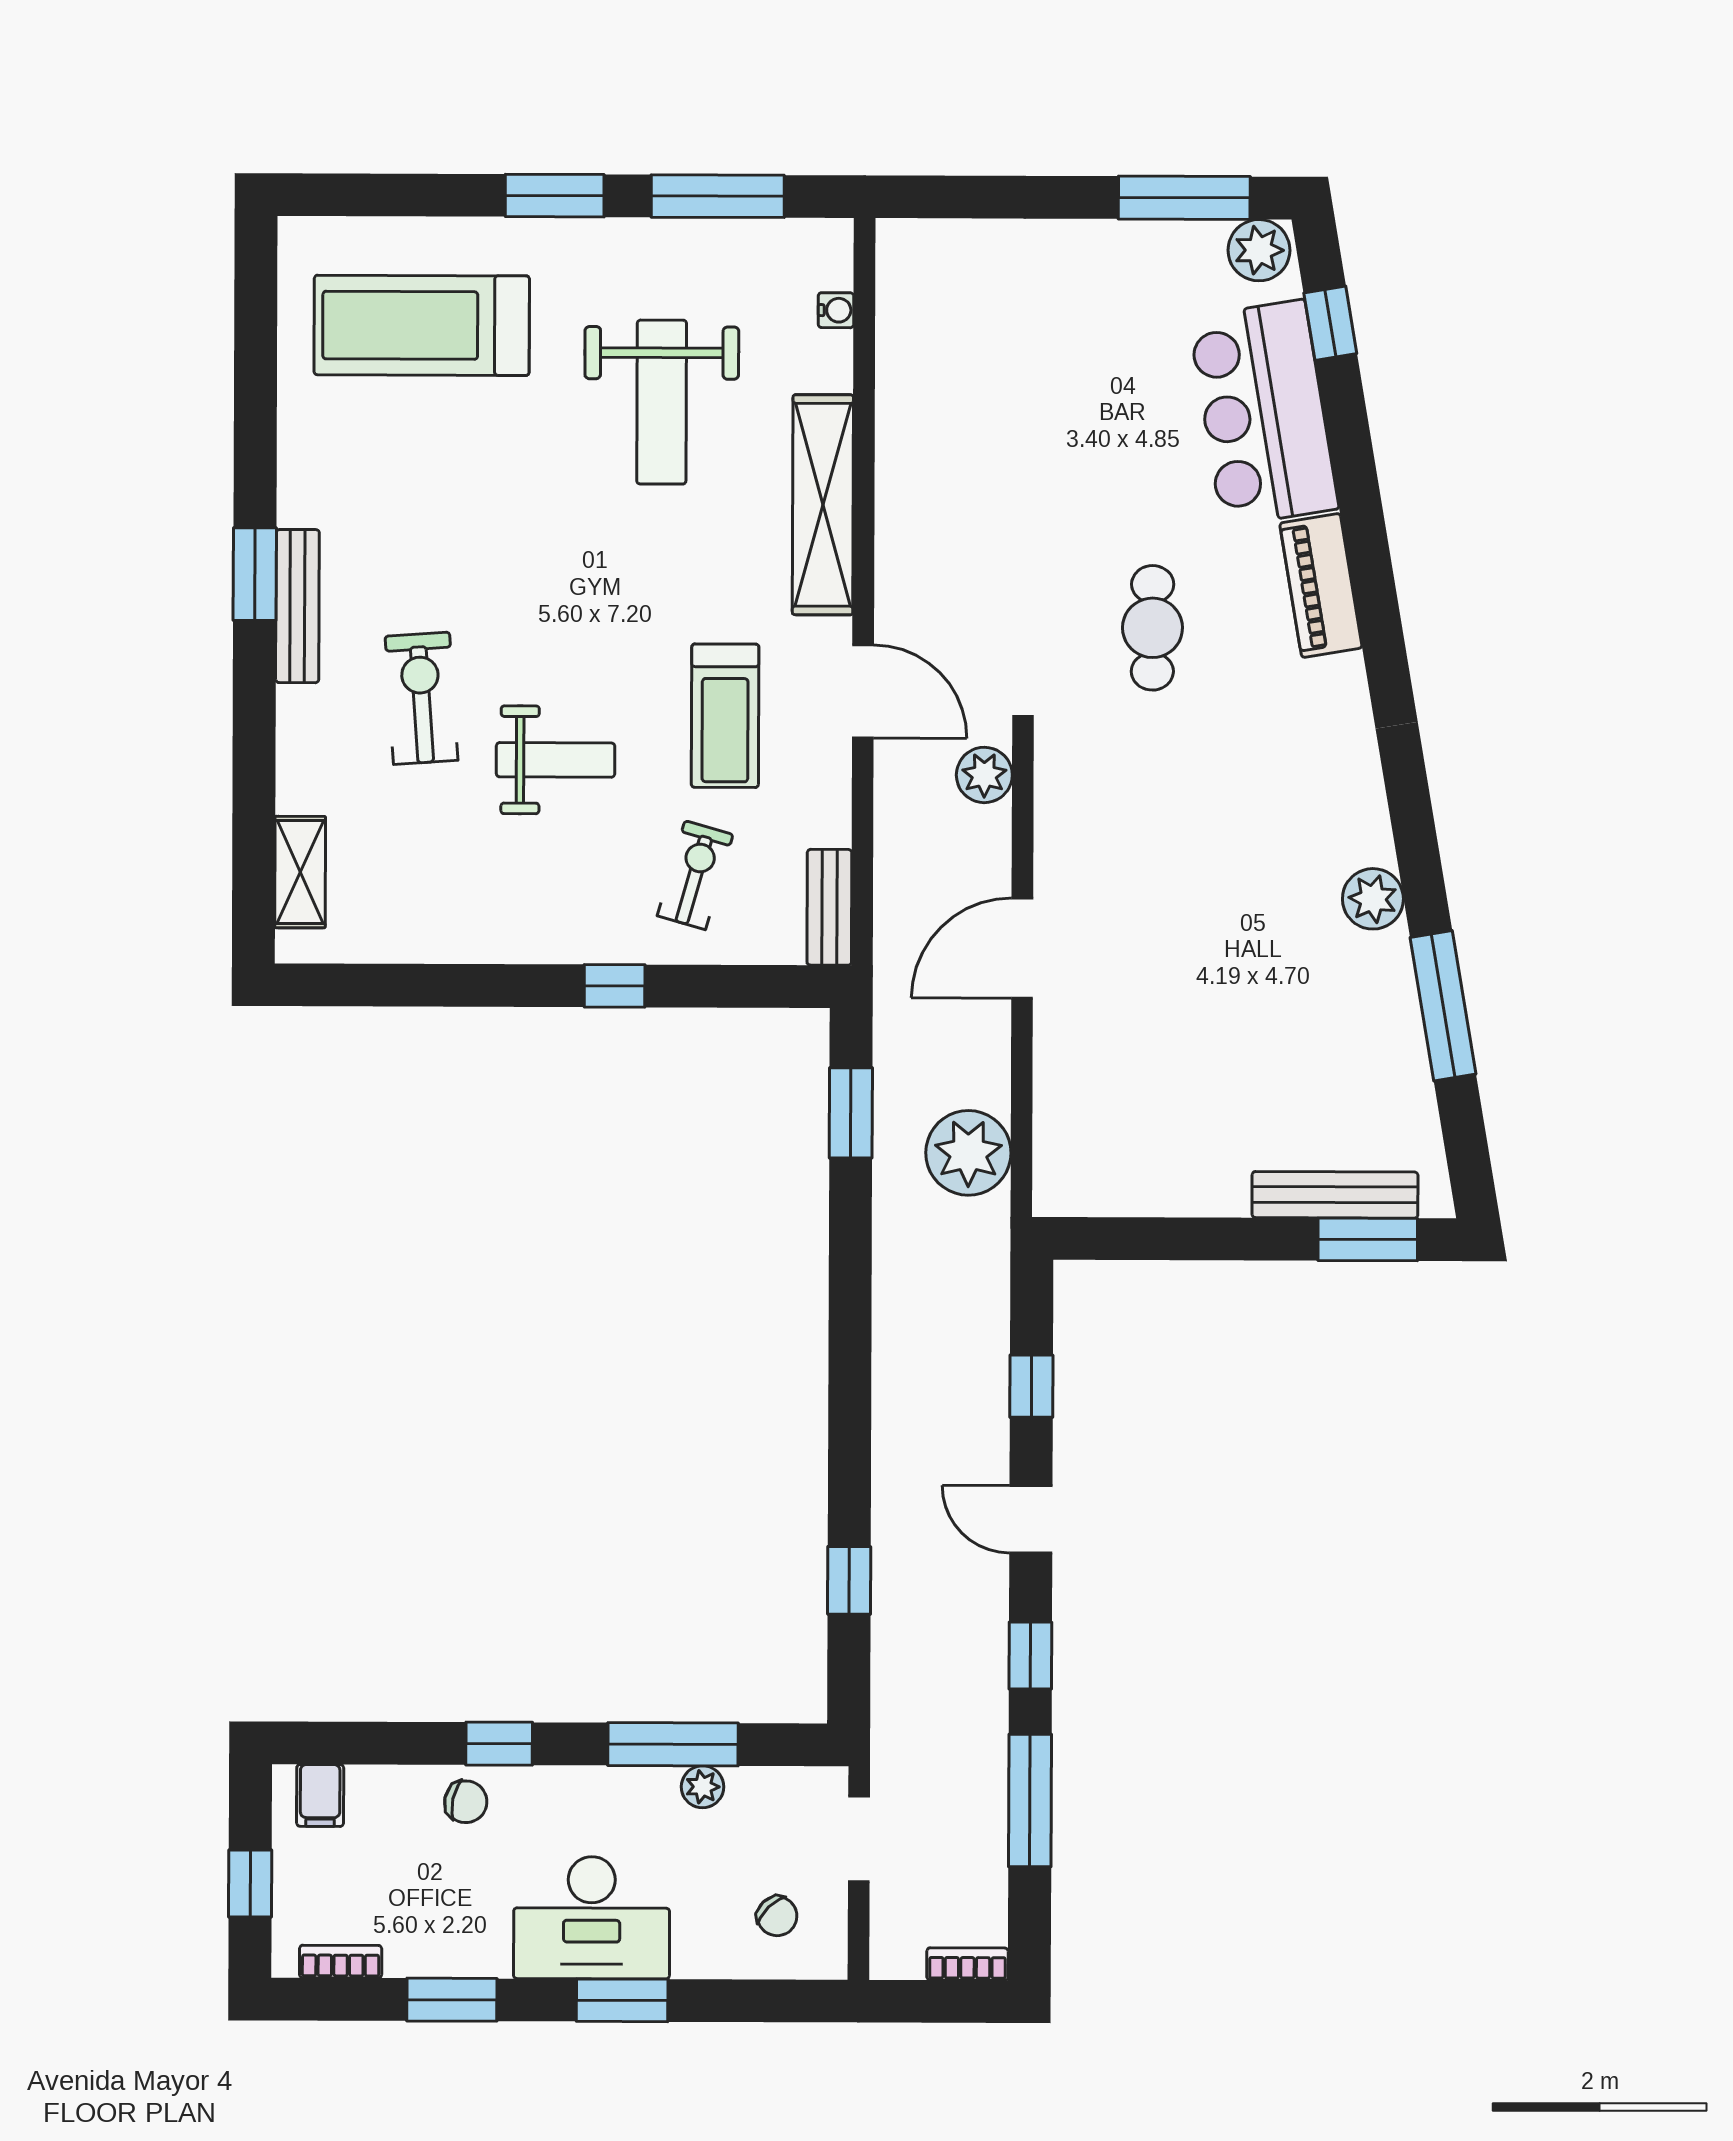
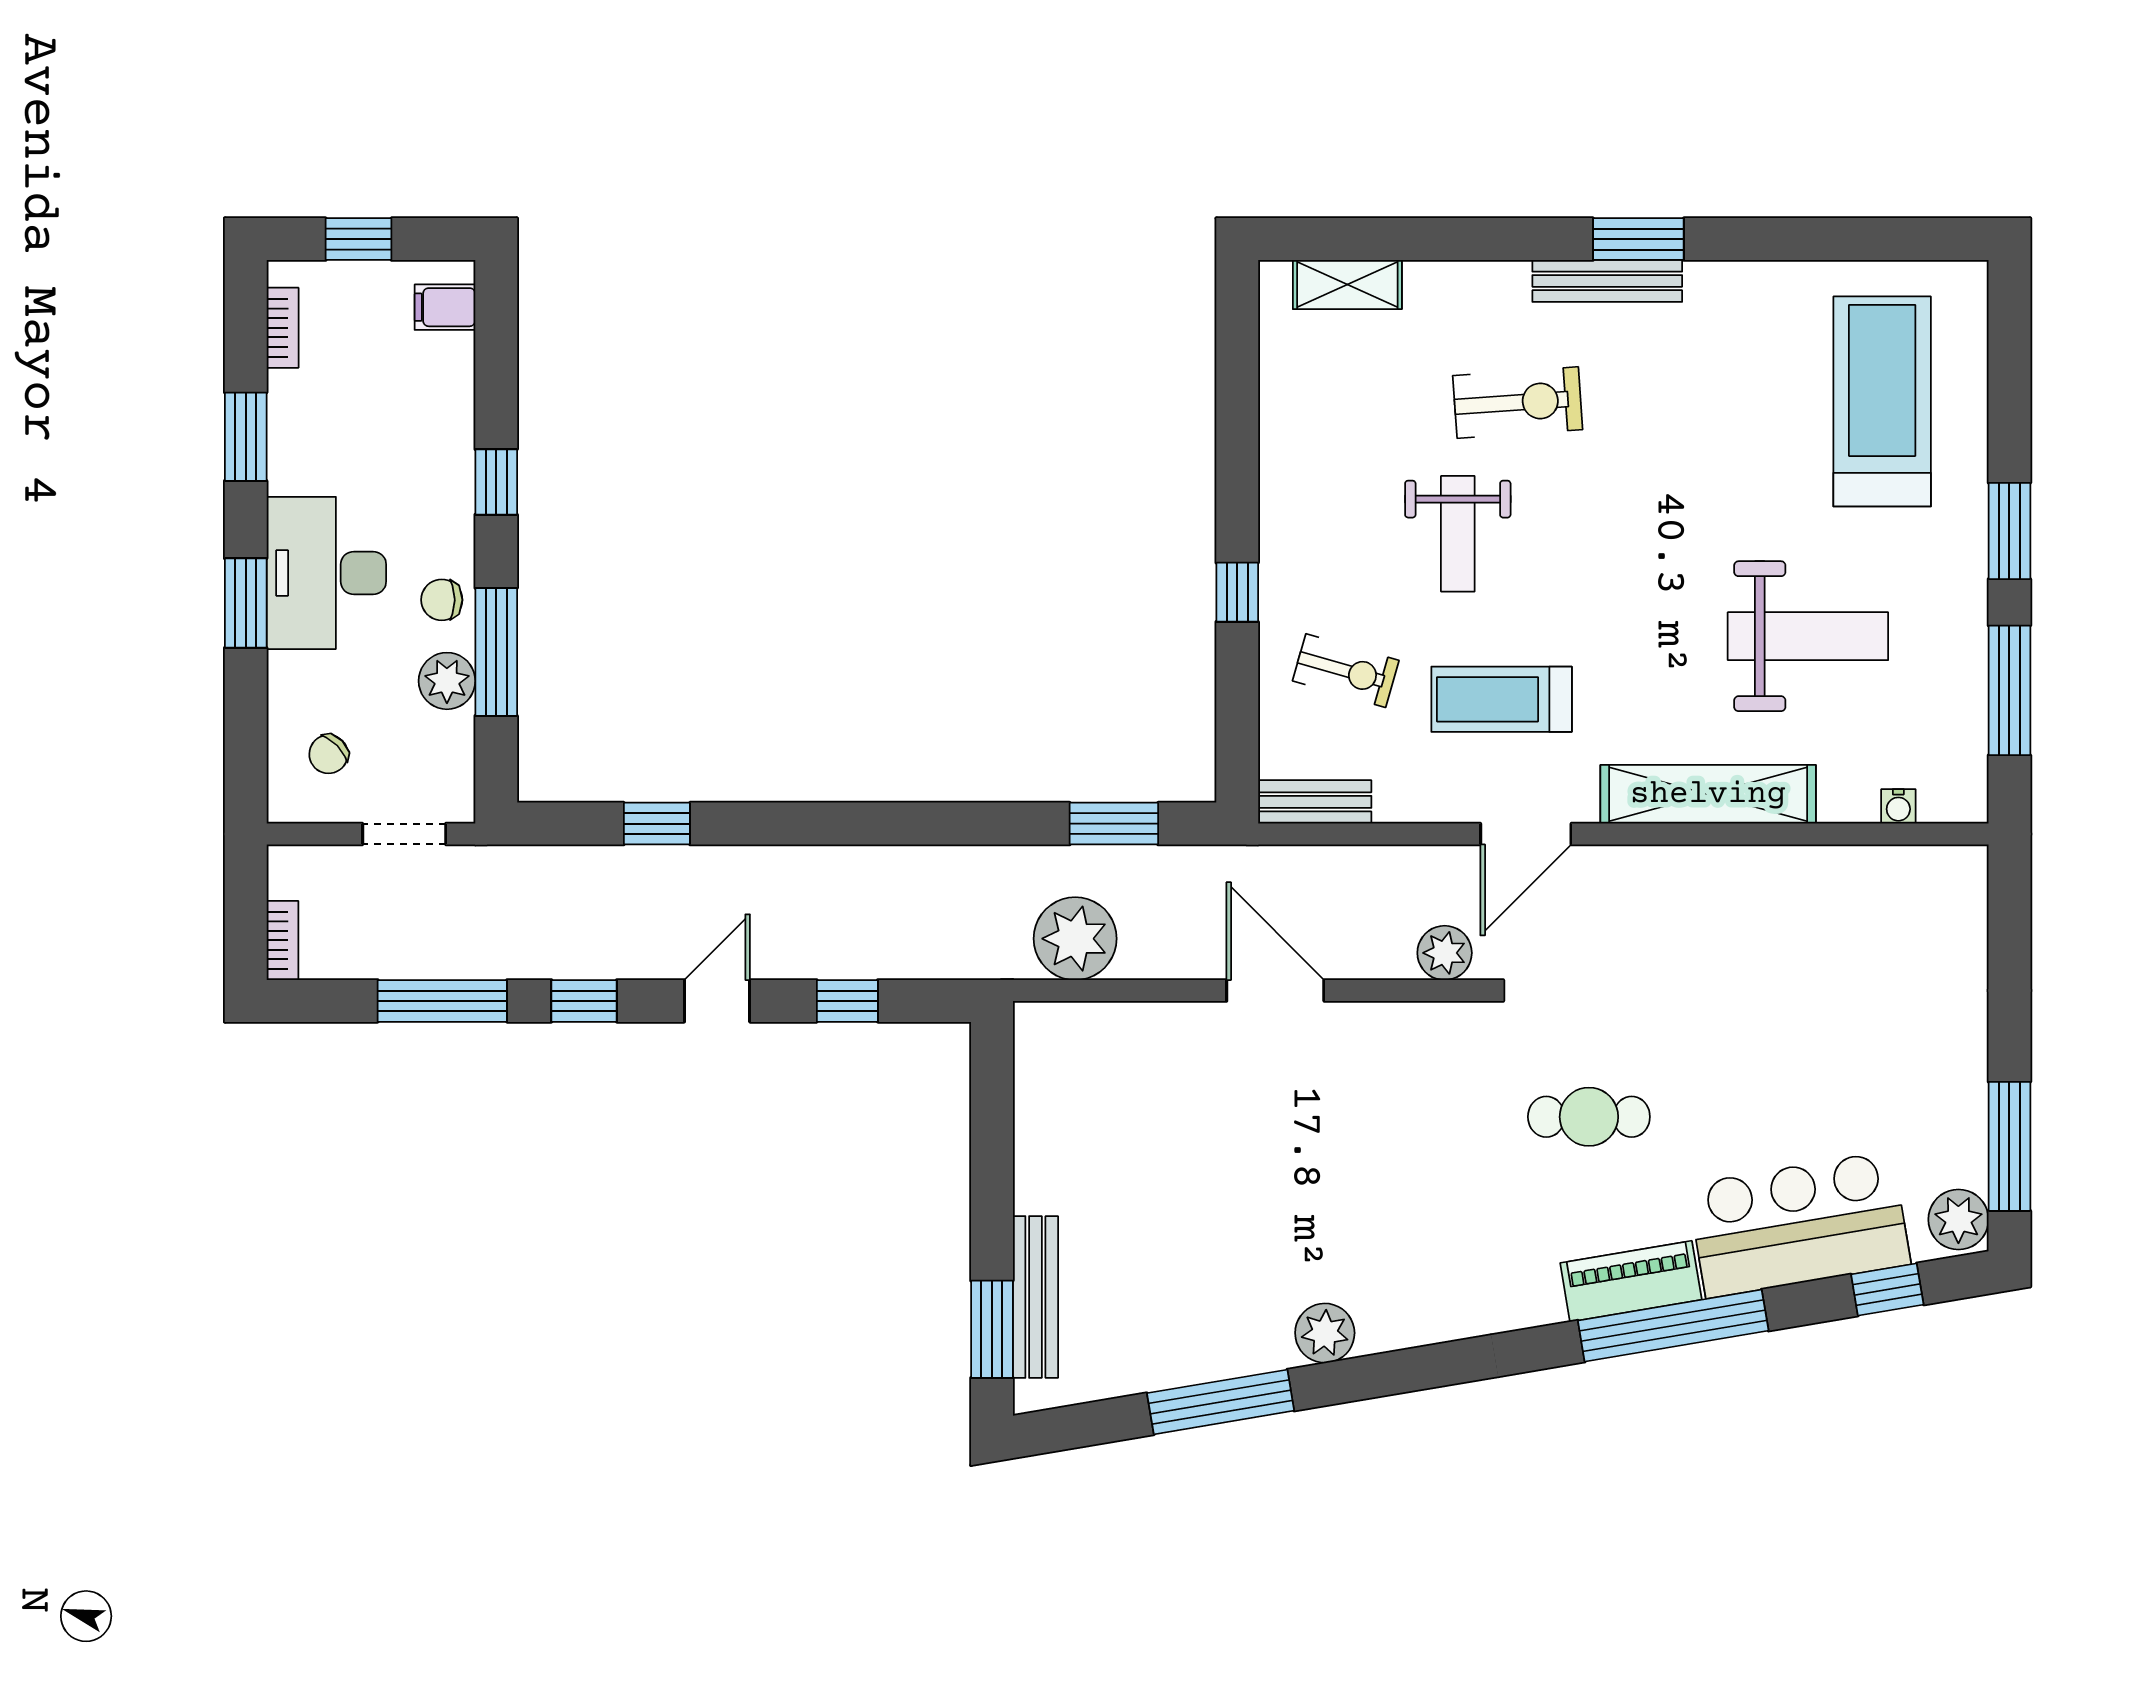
weight bench: (662, 402) -> (1808, 636), turned 180
window: (1366, 542) -> (1673, 1326), added
plant: (703, 1787) -> (447, 681), width x1.38, depth x1.38
chair: (466, 1802) -> (442, 600), moved, turned 78

